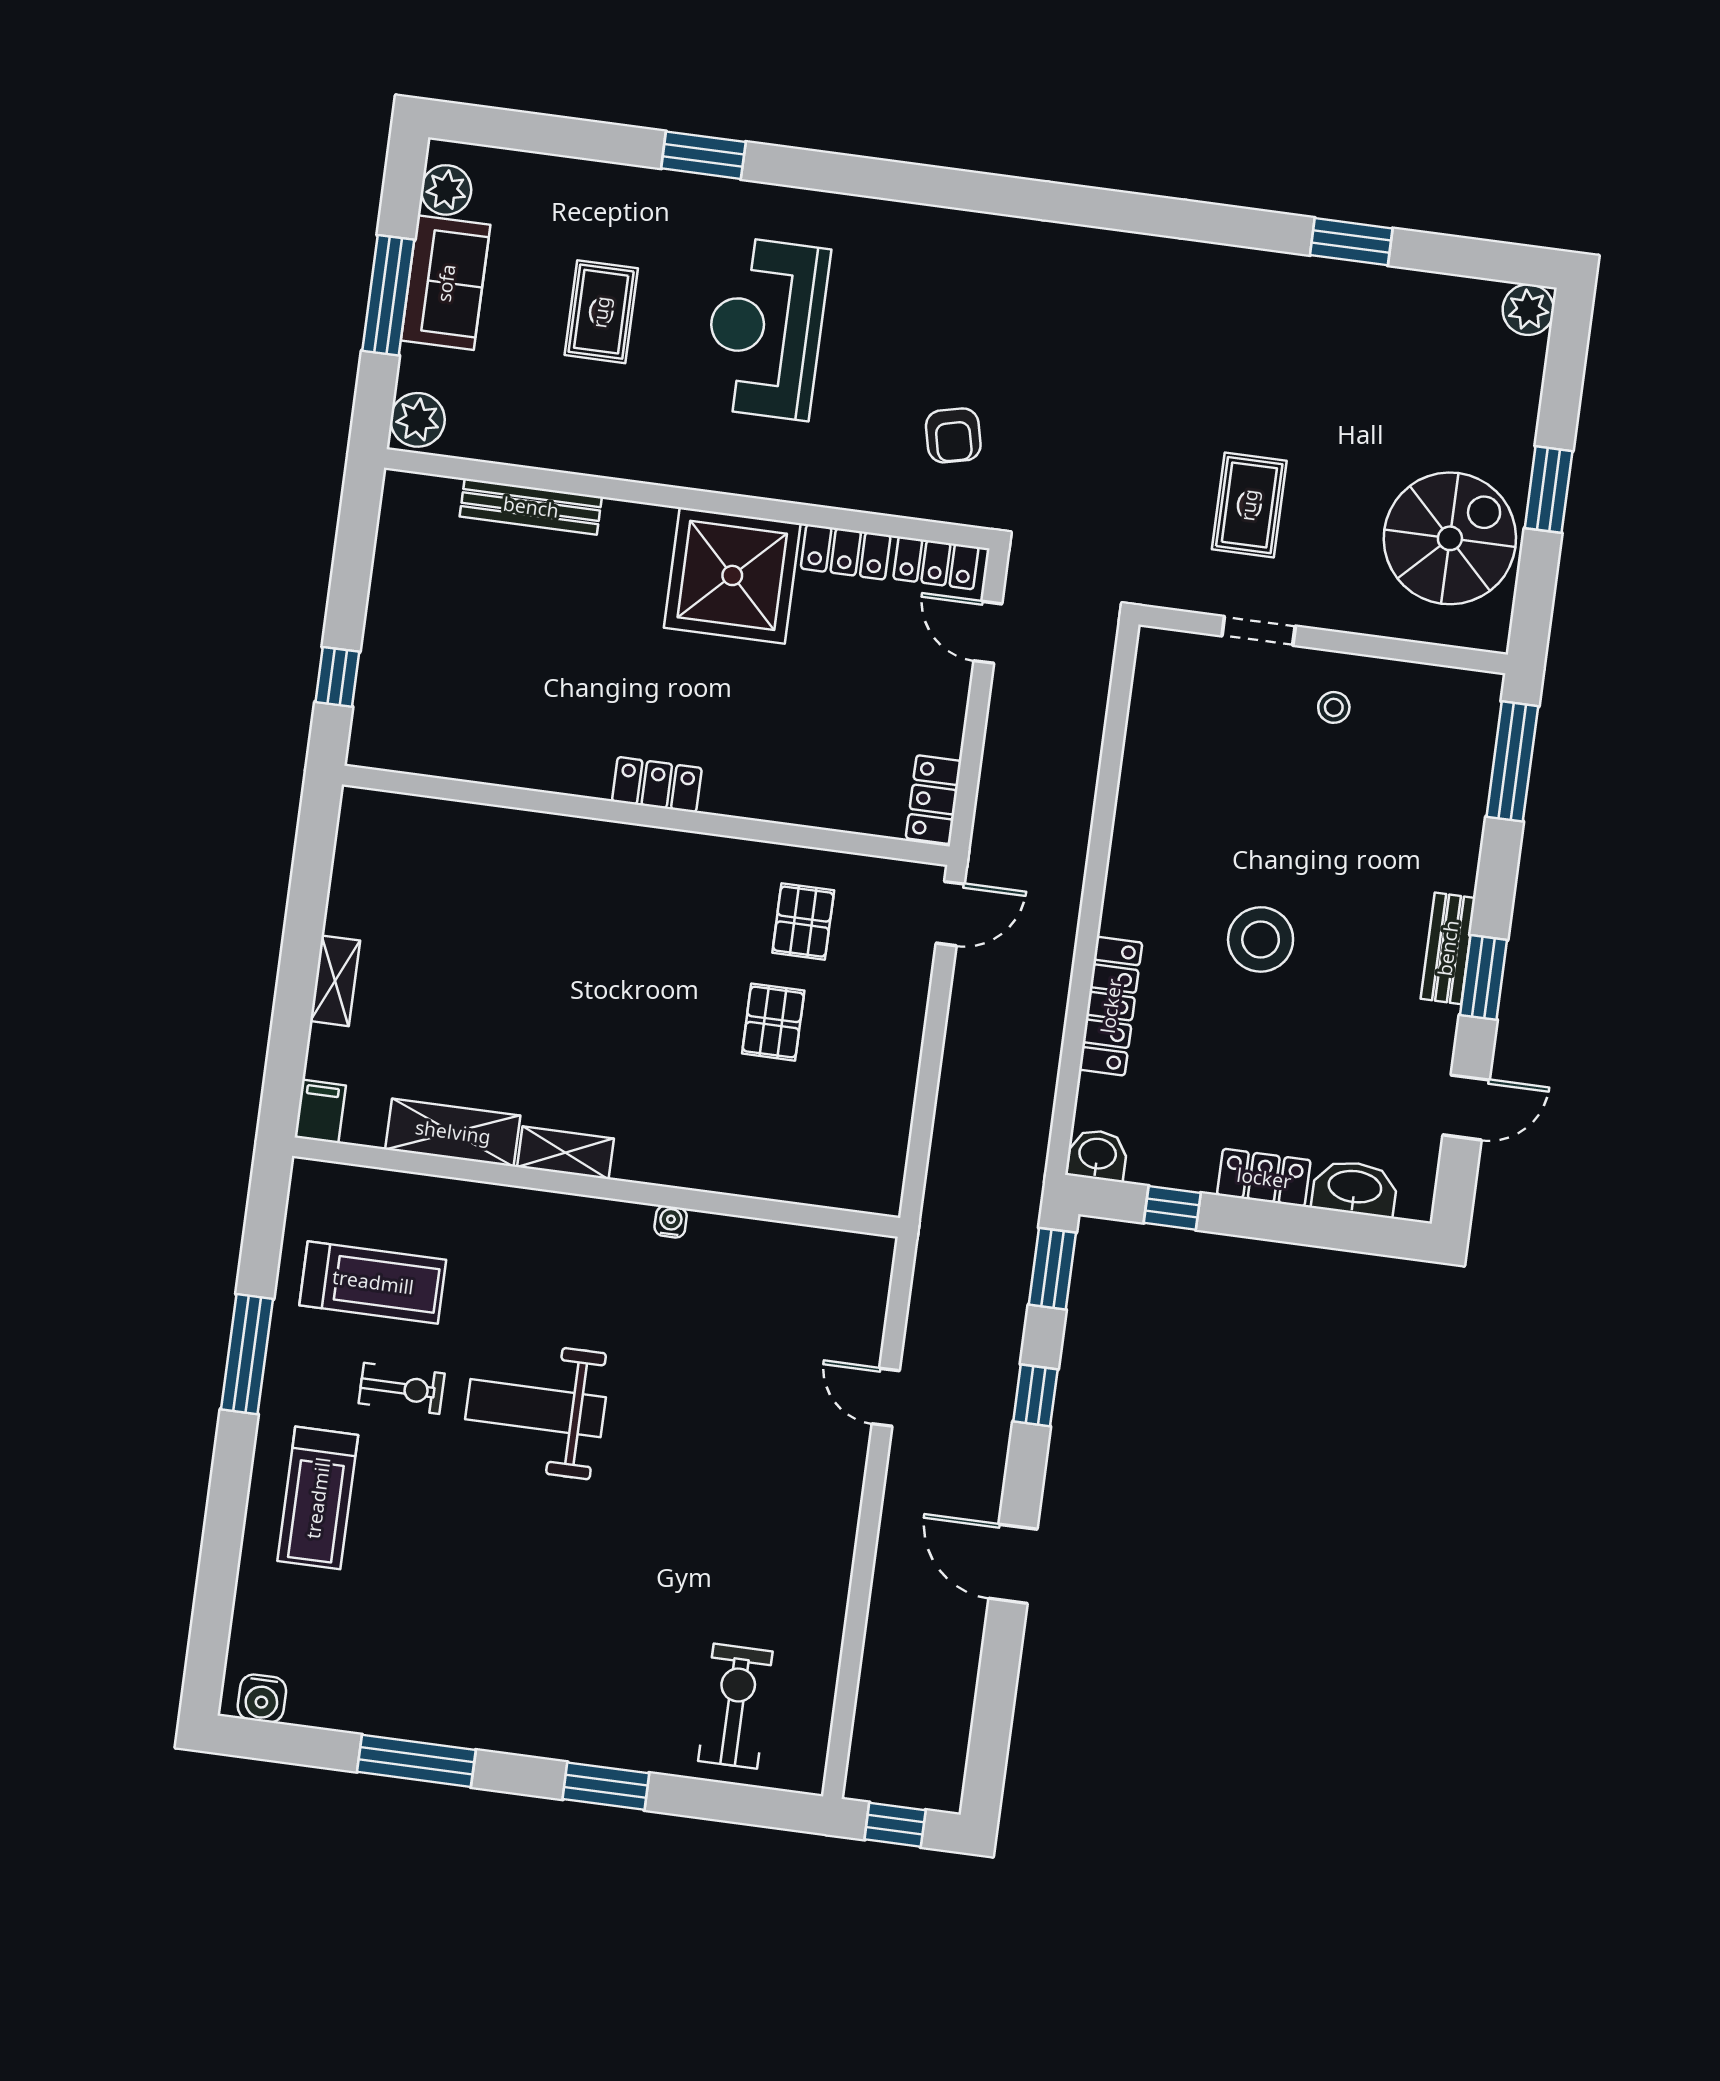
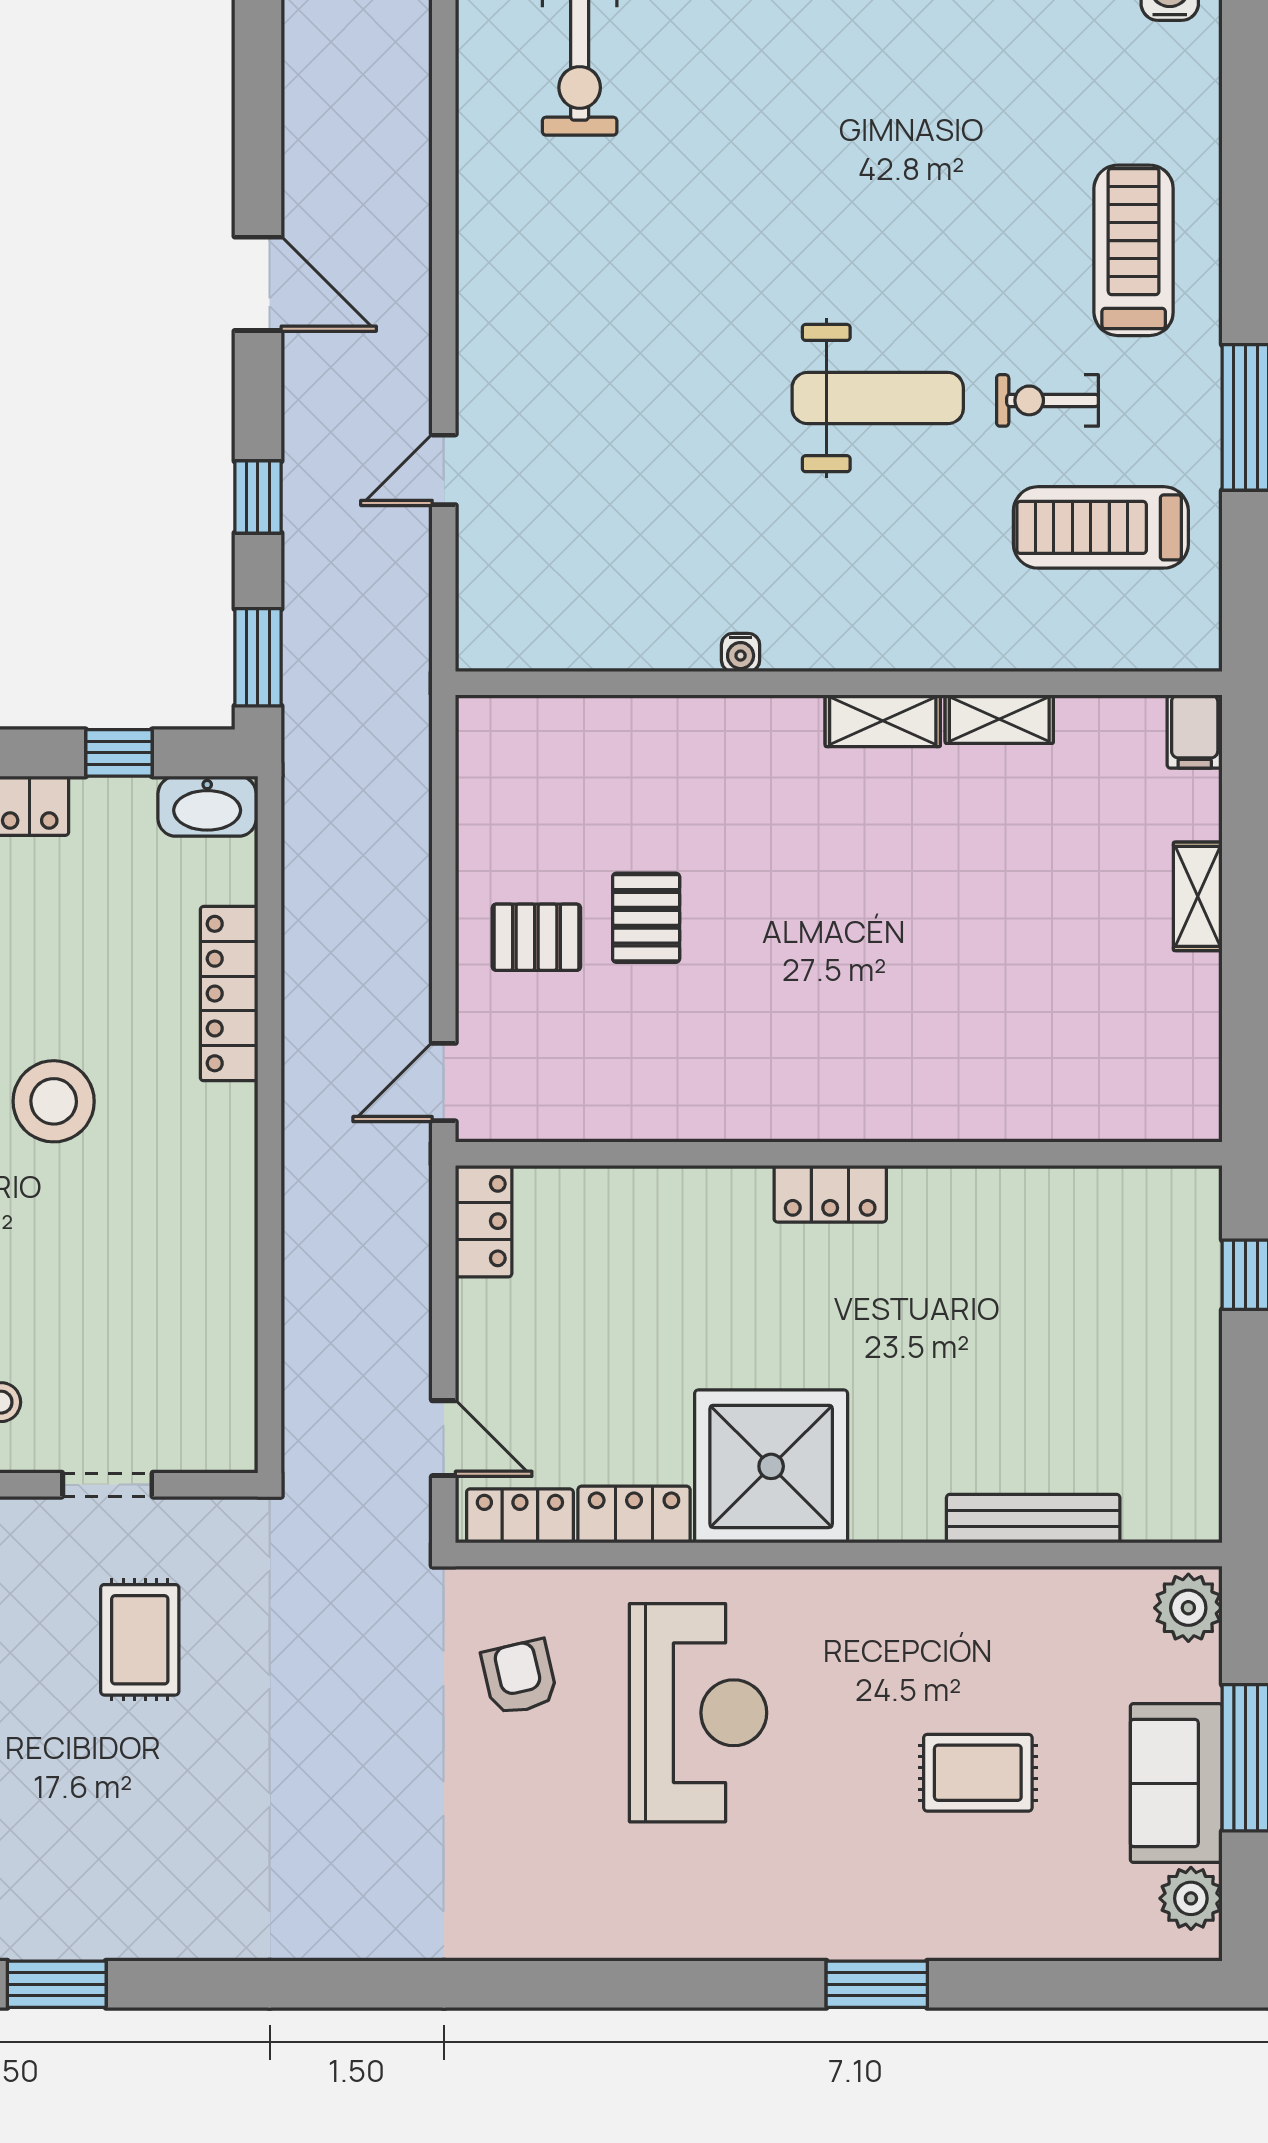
rug: (601, 312) -> (978, 1773), turned 90
reception desk: (766, 328) -> (698, 1713), moved
pallet: (803, 922) -> (536, 937), moved, turned 90
shelving: (453, 1132) -> (999, 719), width x0.67, depth x0.75
washbasin: (1097, 1155) -> (207, 806), width x1.38
door: (886, 1397) -> (444, 470), swing flipped

